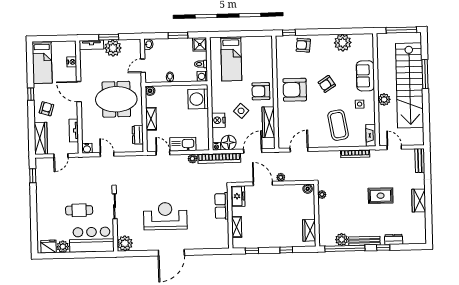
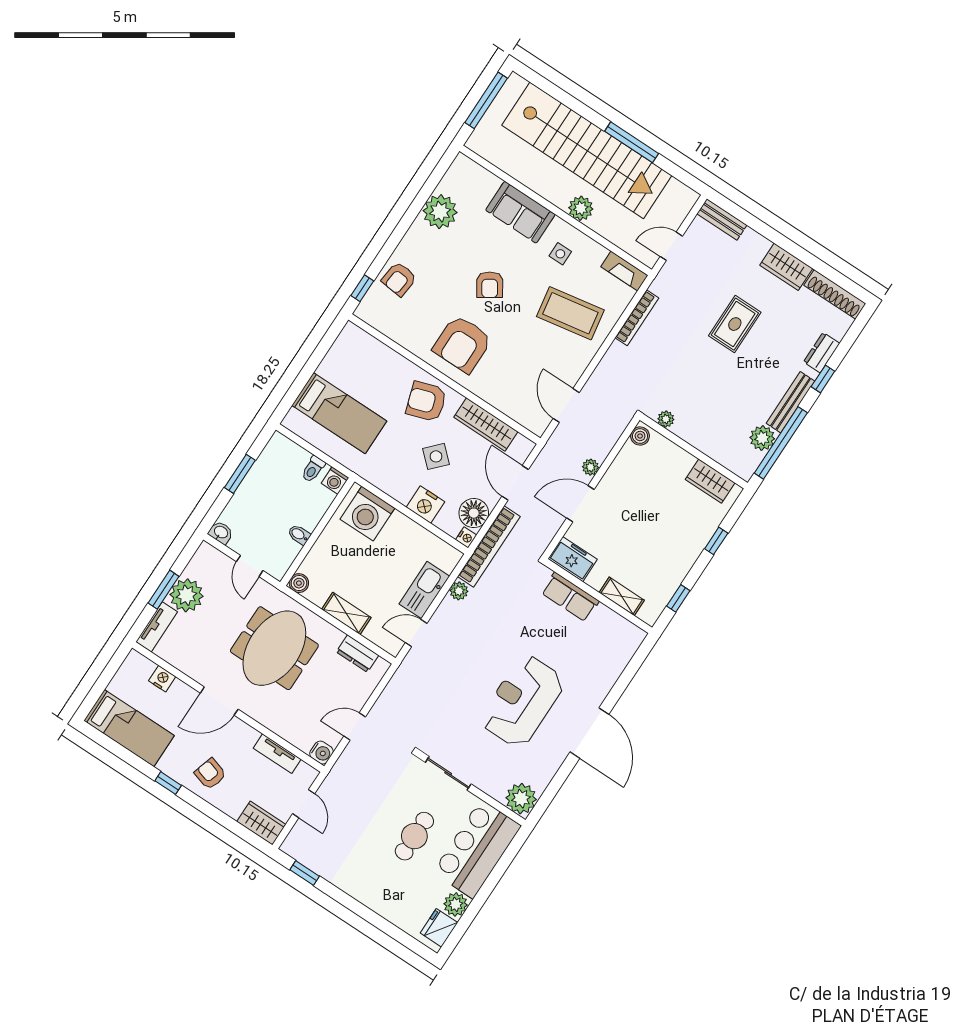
shower: (200, 44) -> (280, 448), removed
window: (425, 74) -> (632, 142), moved
armchair: (261, 91) -> (426, 402), turned 72
wardrobe: (41, 138) -> (261, 823), width x0.67
shoe rack: (421, 228) -> (835, 294), added

